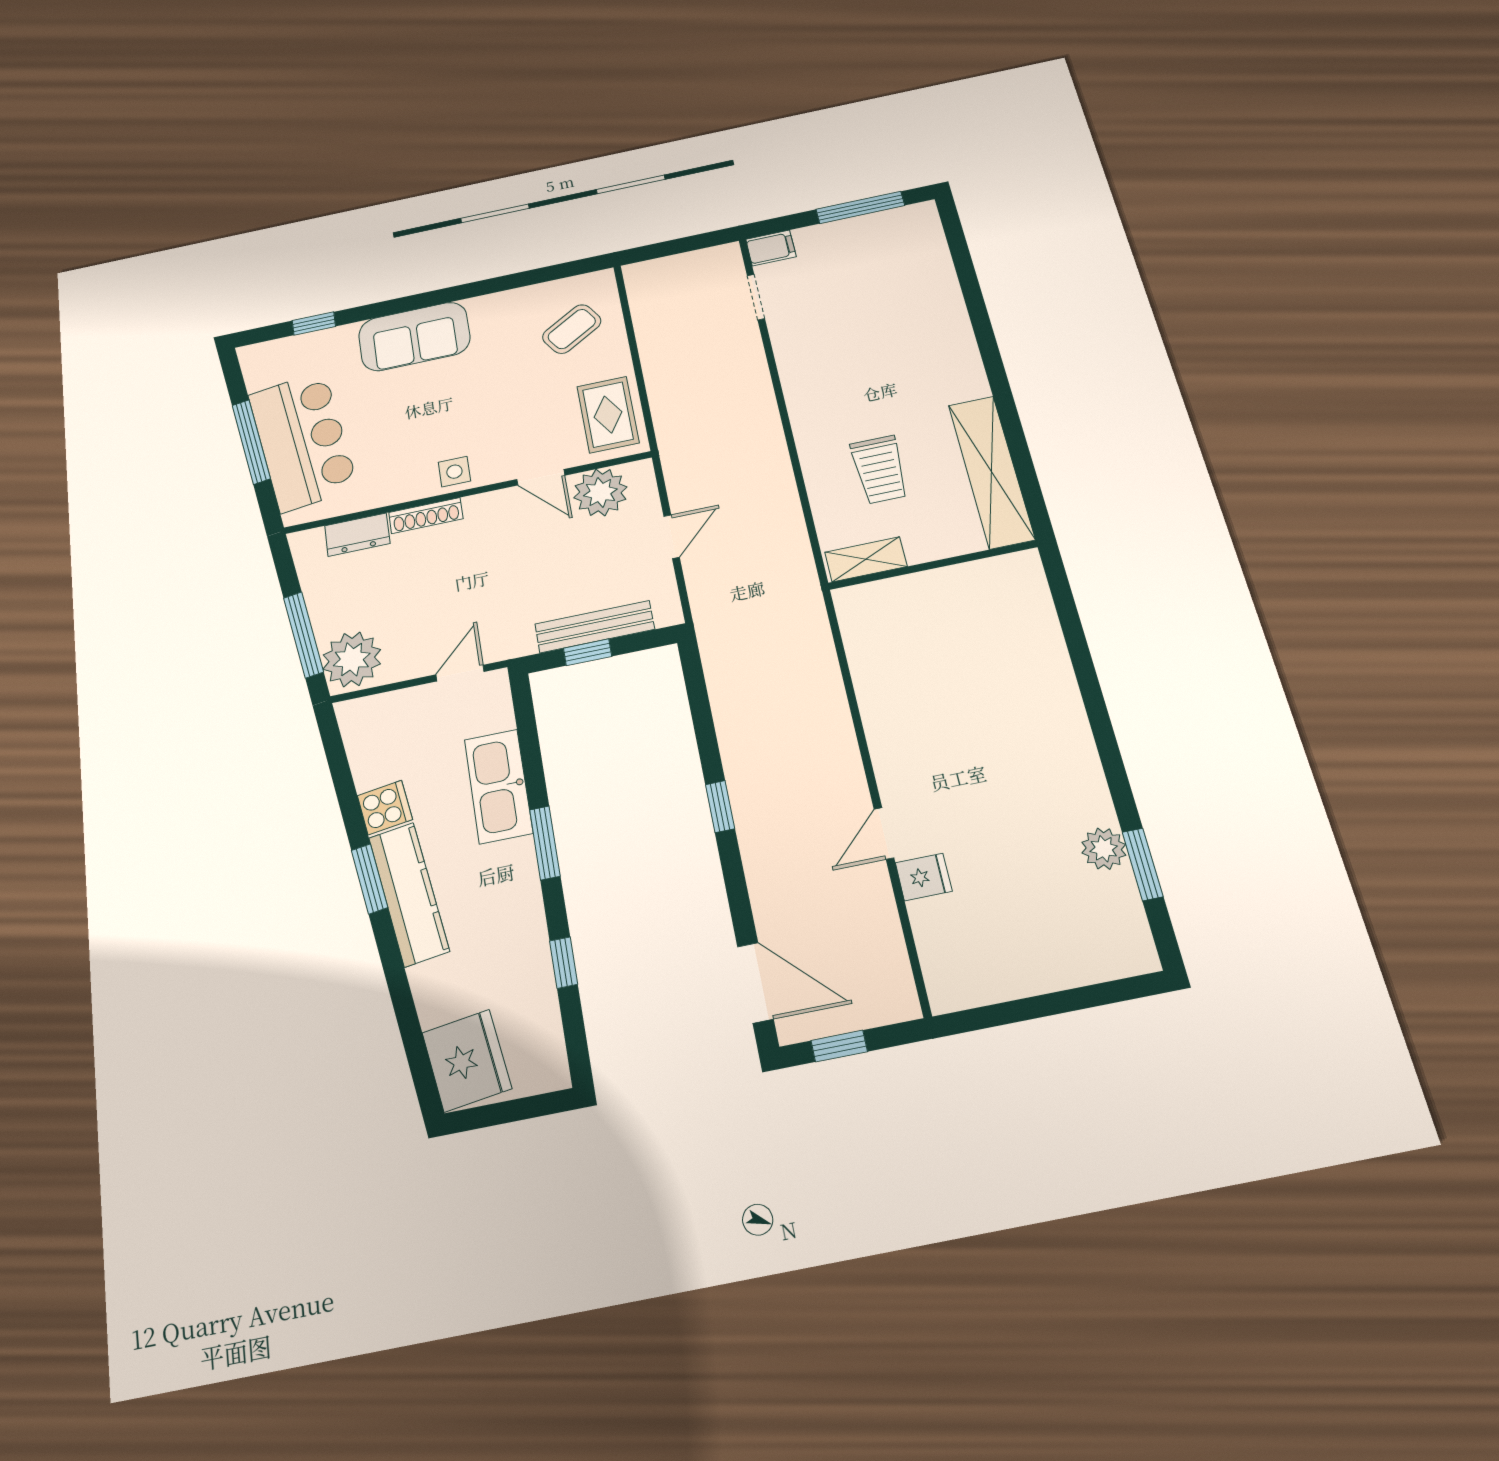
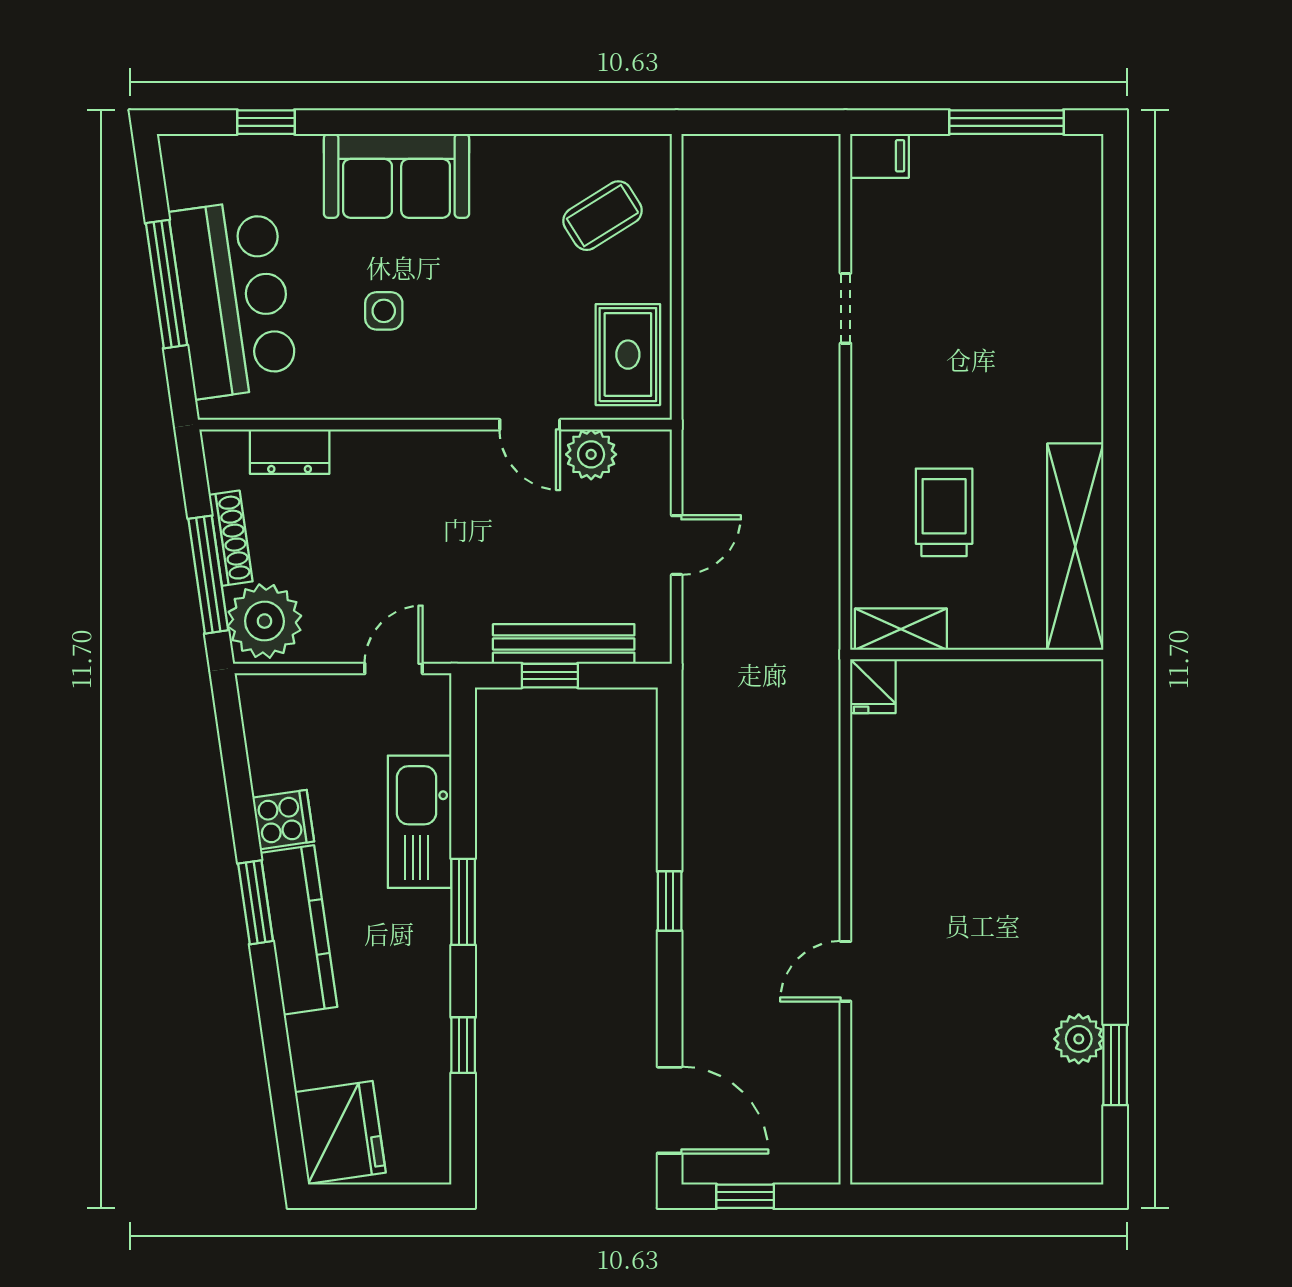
doorway: (756, 297) -> (845, 308), moved
trolley: (880, 470) -> (944, 512), turned 180
side table: (454, 472) -> (384, 311), moved
plant: (600, 492) -> (591, 454), width x0.73, depth x0.73
shoe rack: (426, 516) -> (231, 538), moved, turned -98
fridge: (924, 877) -> (873, 686), moved, turned 90

